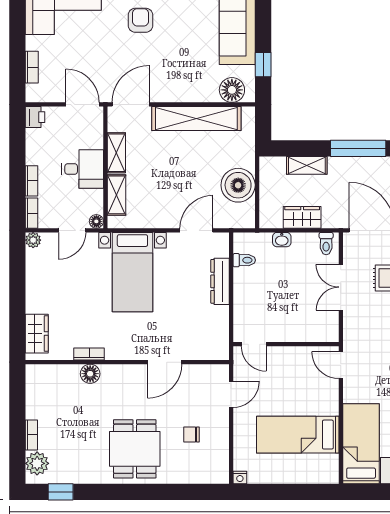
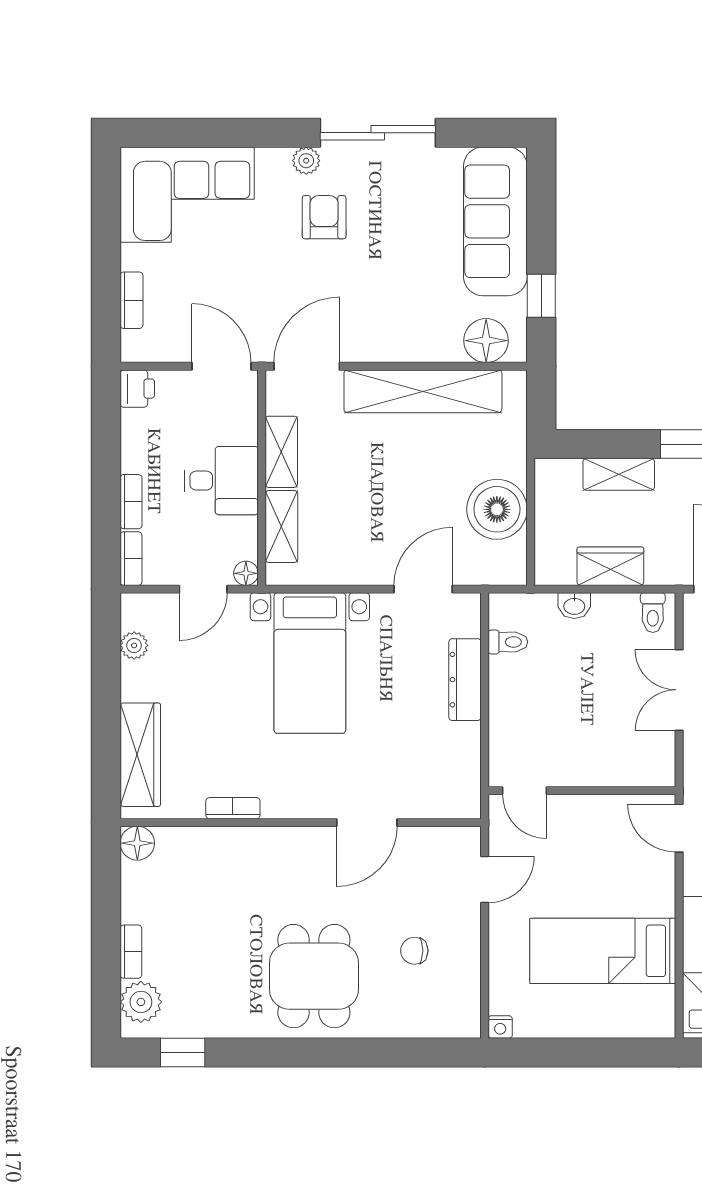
plant: (33, 240) -> (134, 645), moved
wardrobe: (37, 334) -> (140, 755), width x1.50
floor lamp: (90, 374) -> (137, 843), moved

